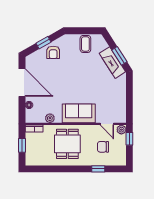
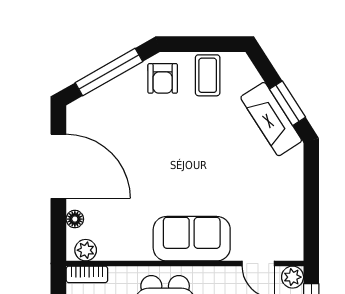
window: (43, 43) -> (109, 72), width x2.17
armchair: (53, 52) -> (163, 78), moved
plant: (50, 118) -> (86, 250), moved

